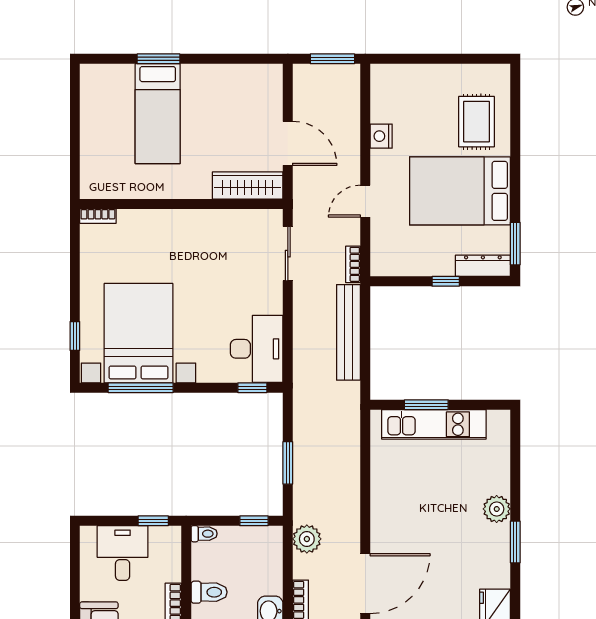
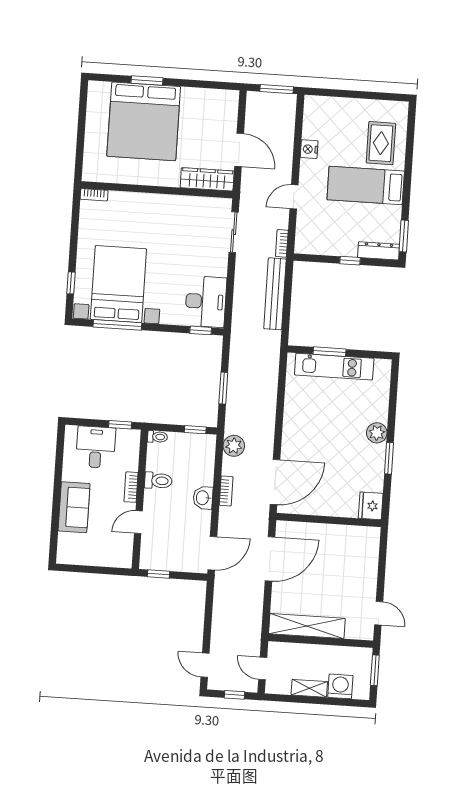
bed: (158, 114) -> (144, 121), width x2.04
bed: (460, 191) -> (366, 185), width x0.67

